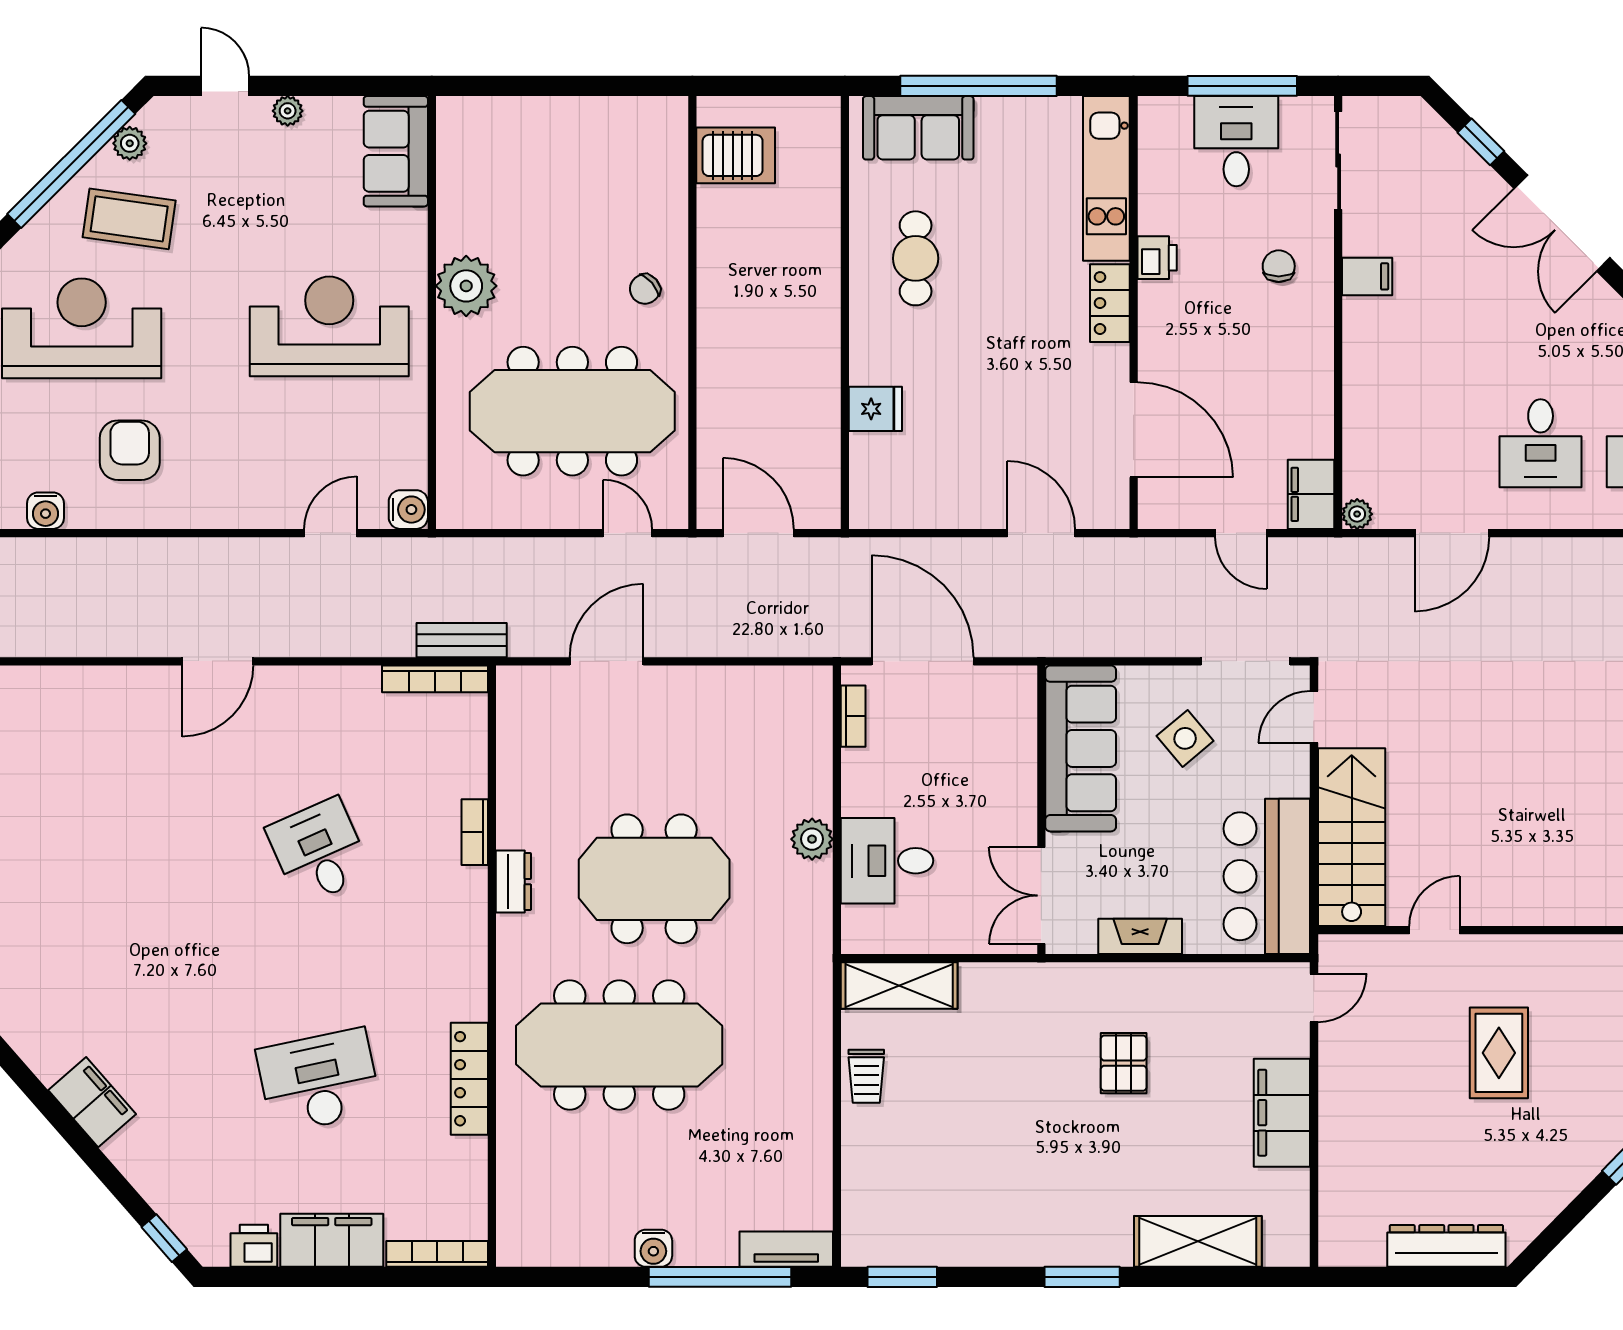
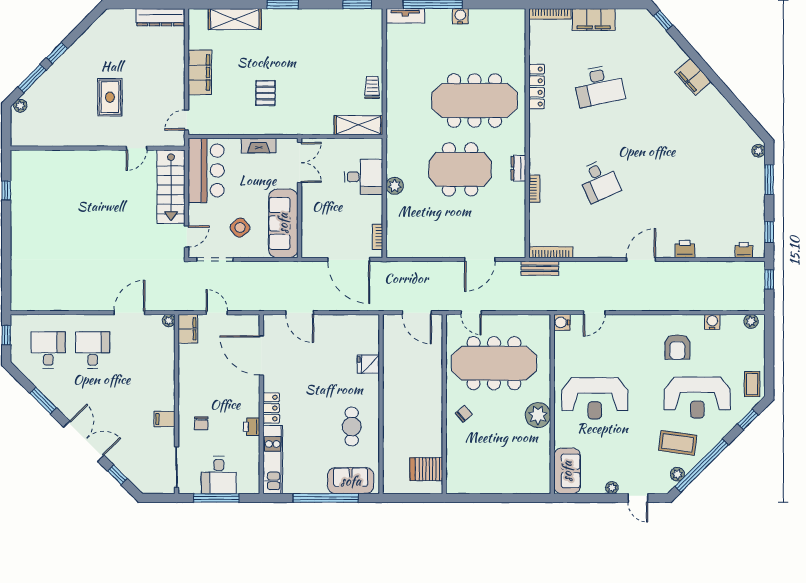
printer: (254, 1246) -> (685, 249), moved, turned 180
dresser: (1446, 1246) -> (160, 17), moved

